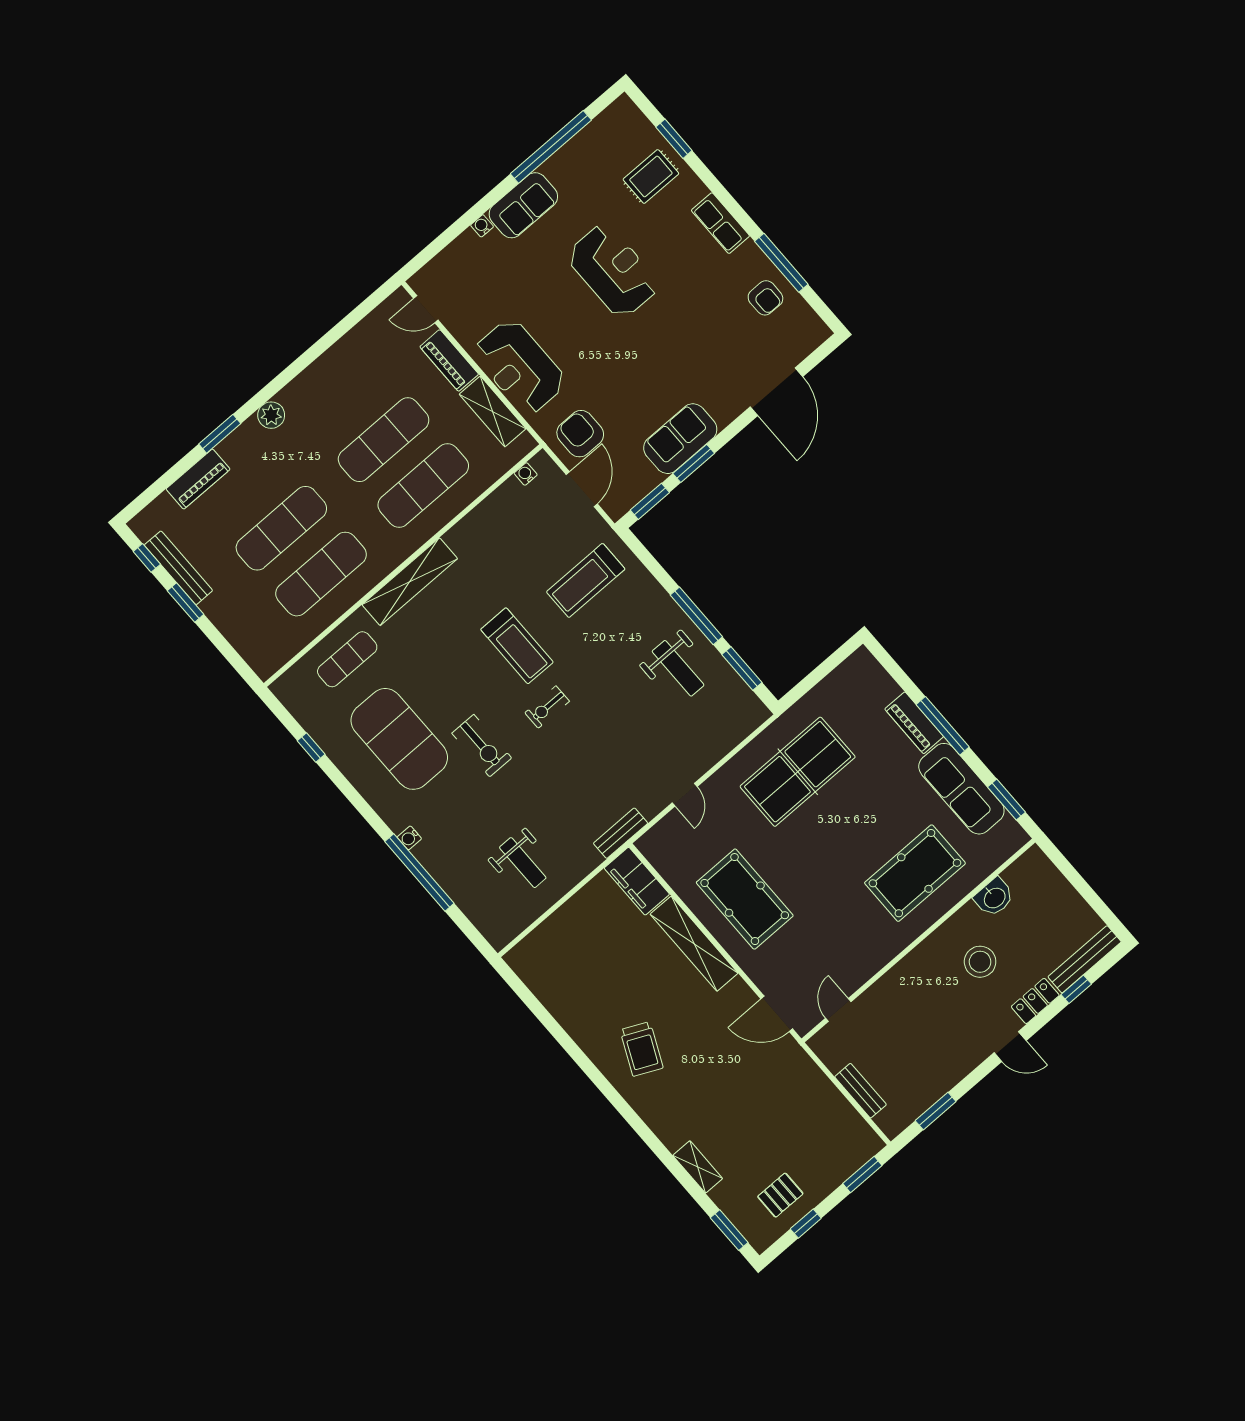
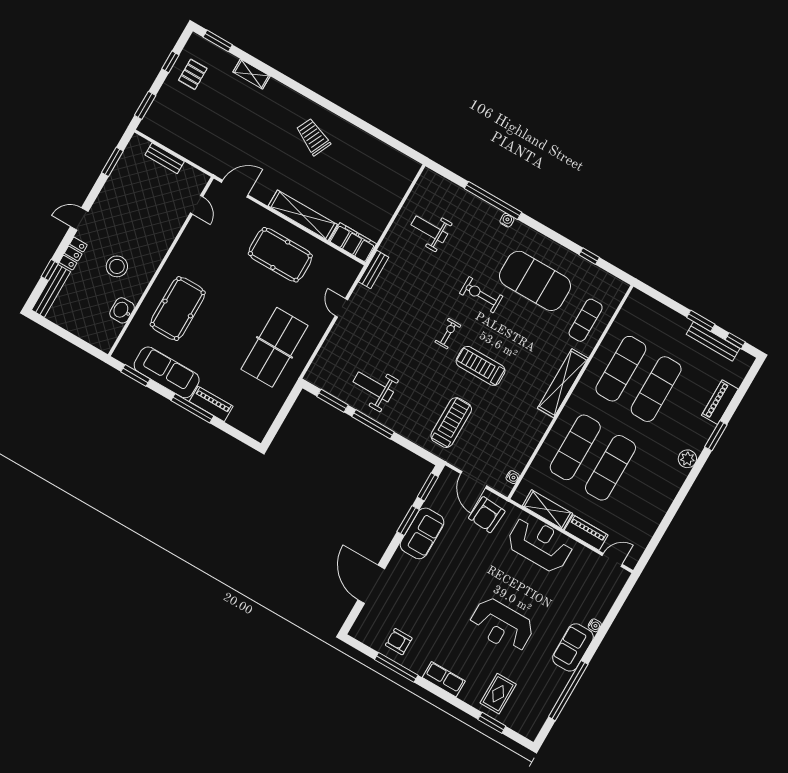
armchair: (580, 434) -> (487, 515), turned 94

